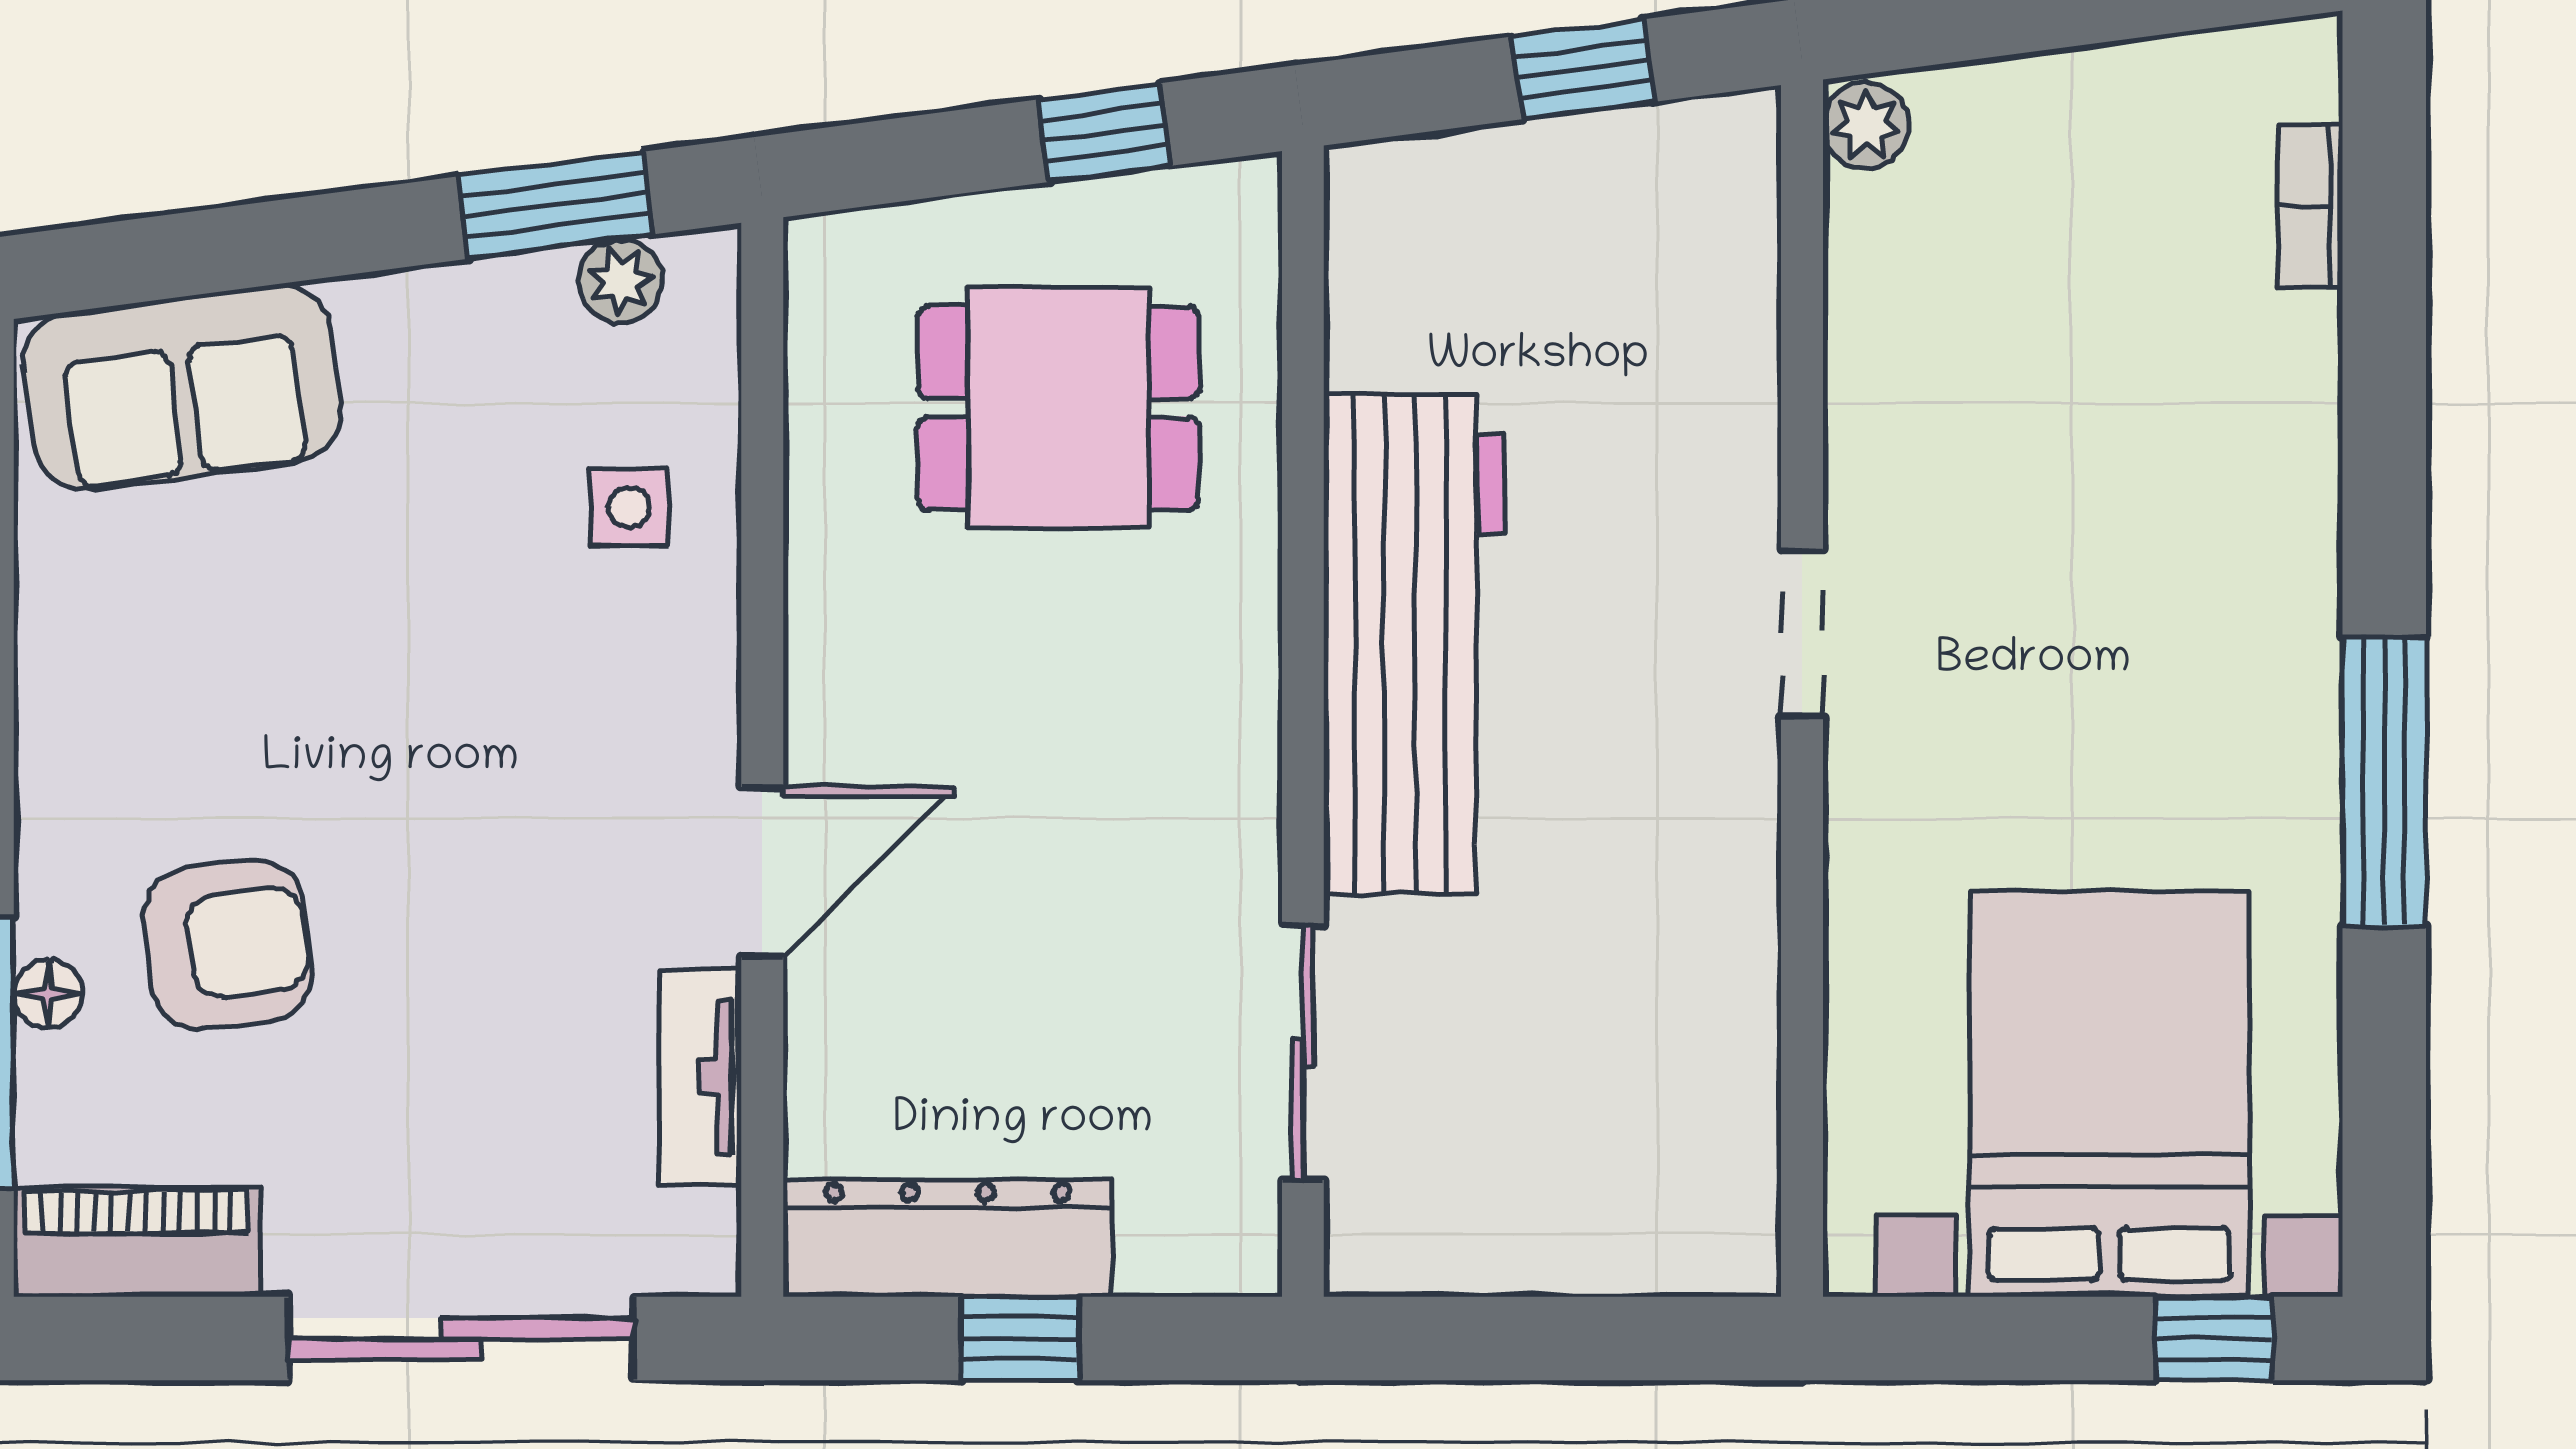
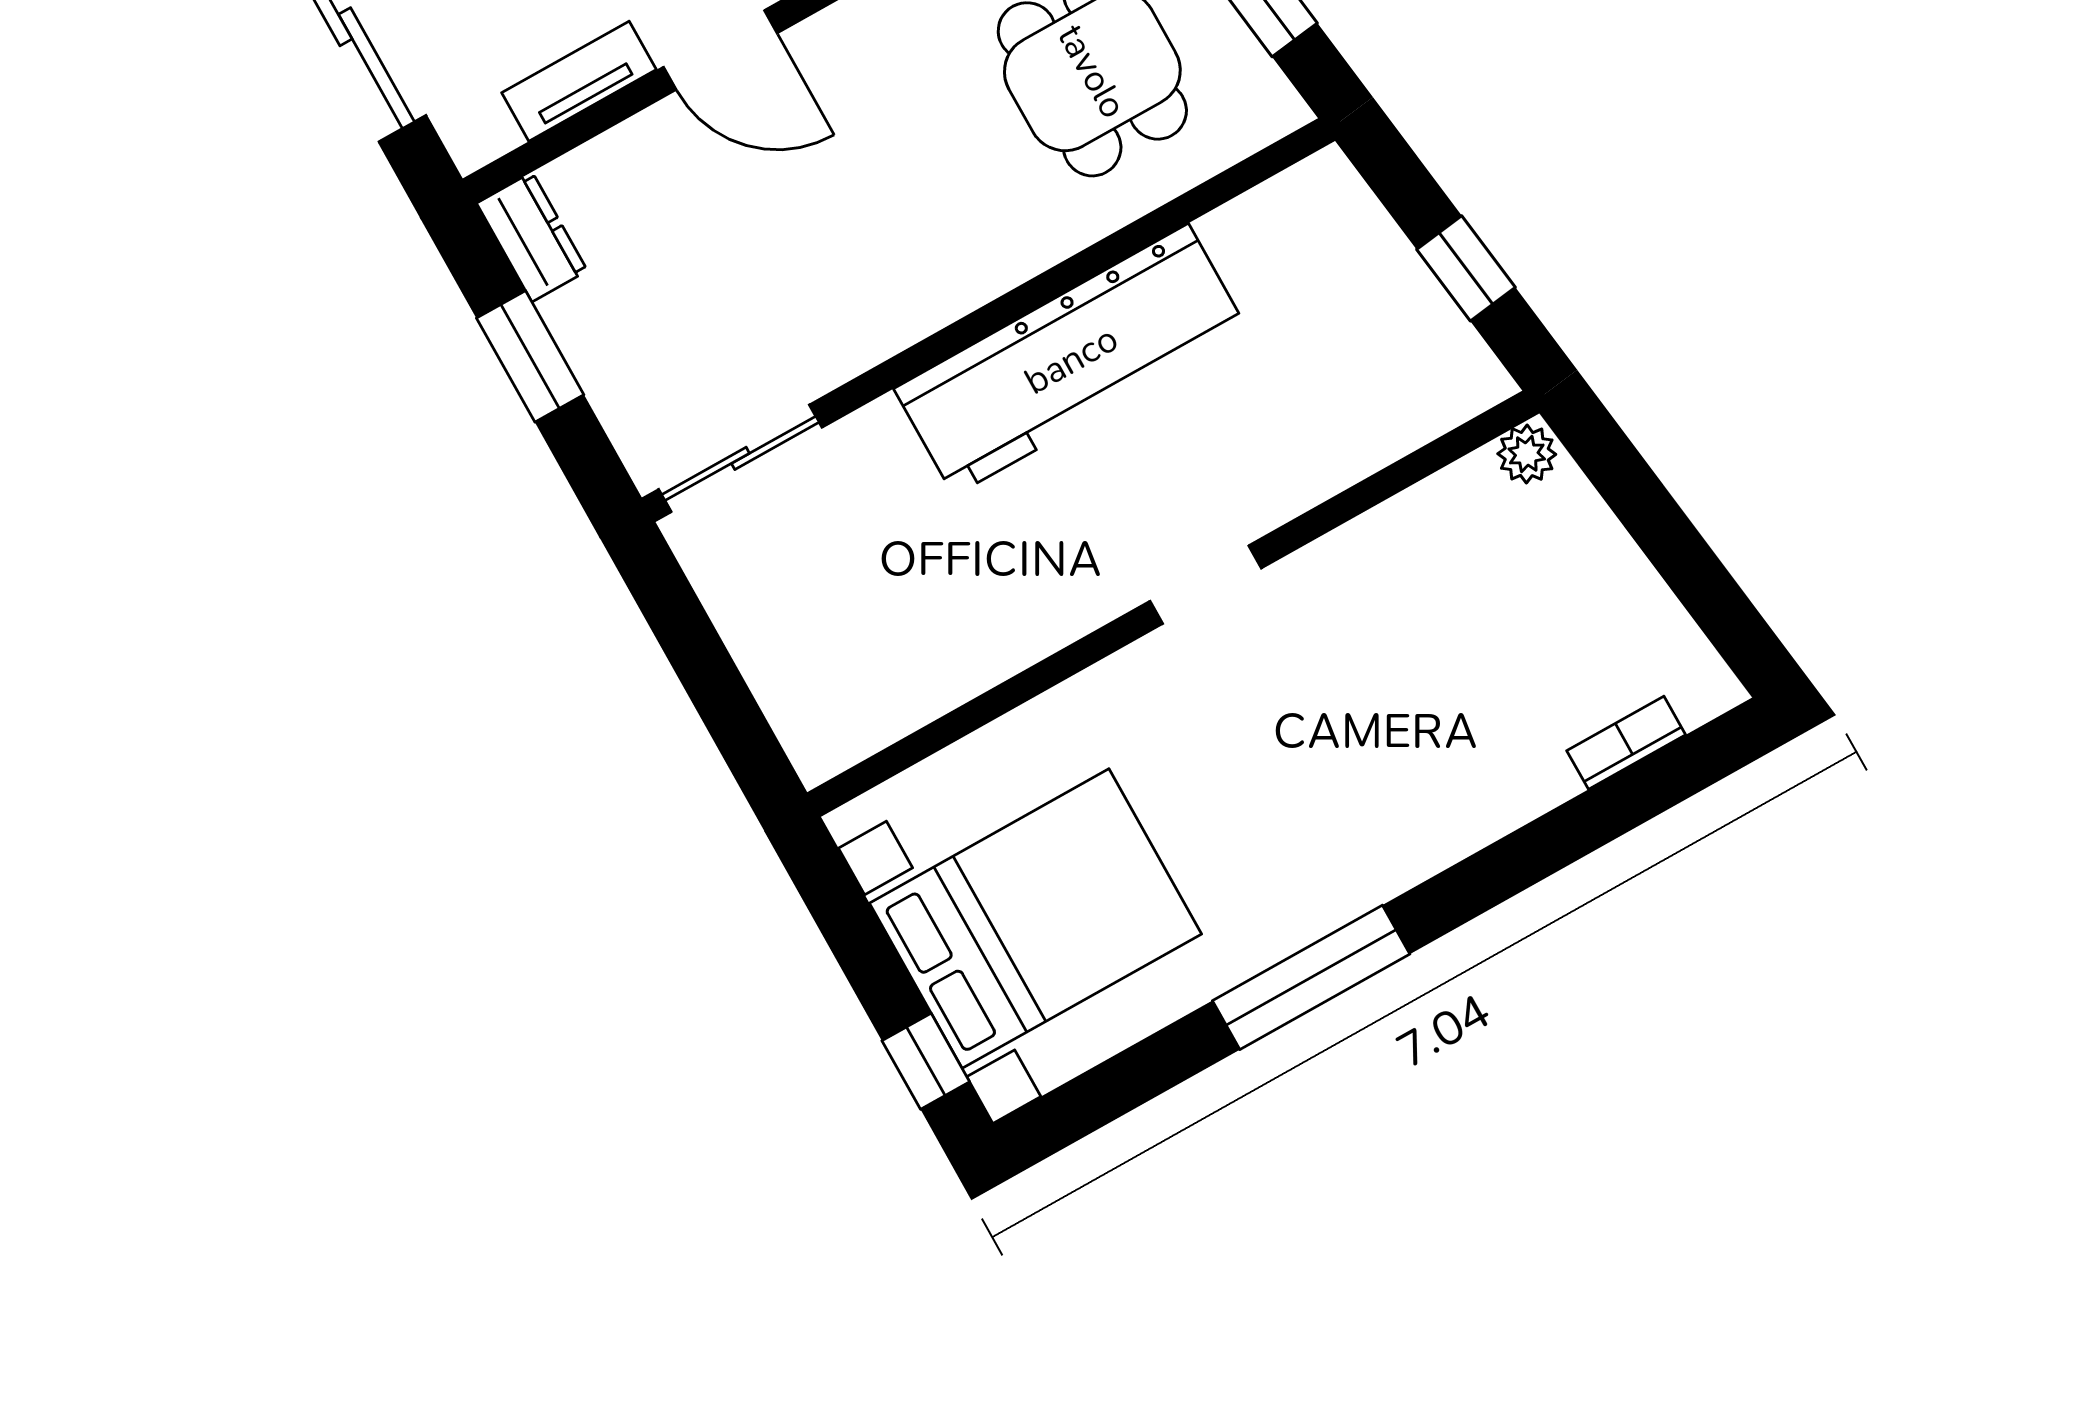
sliding door: (1303, 1052) -> (740, 458), moved
dresser: (948, 1238) -> (532, 237), width x0.51, depth x0.80
window: (1020, 1339) -> (530, 356), width x1.50

